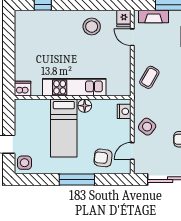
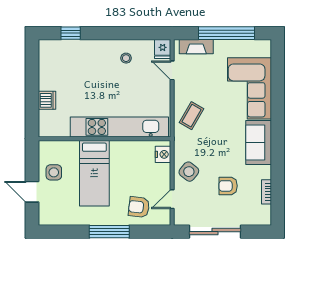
stool: (92, 27) -> (126, 58), width x0.53, depth x0.53
kitchen unit: (74, 87) -> (119, 127), width x1.36
dishwasher: (22, 89) -> (47, 100), moved, turned 90
floor lamp: (85, 106) -> (118, 148), removed
side table: (25, 163) -> (54, 172), moved

